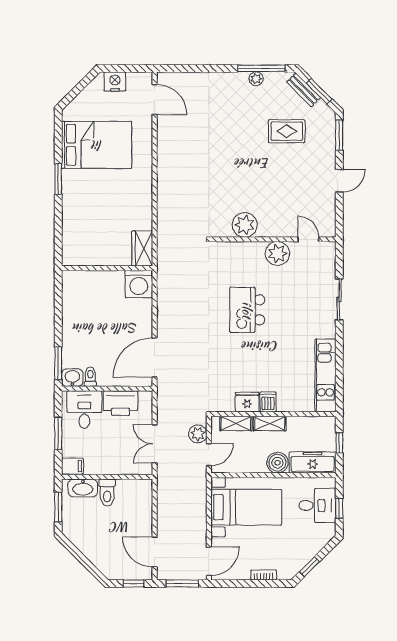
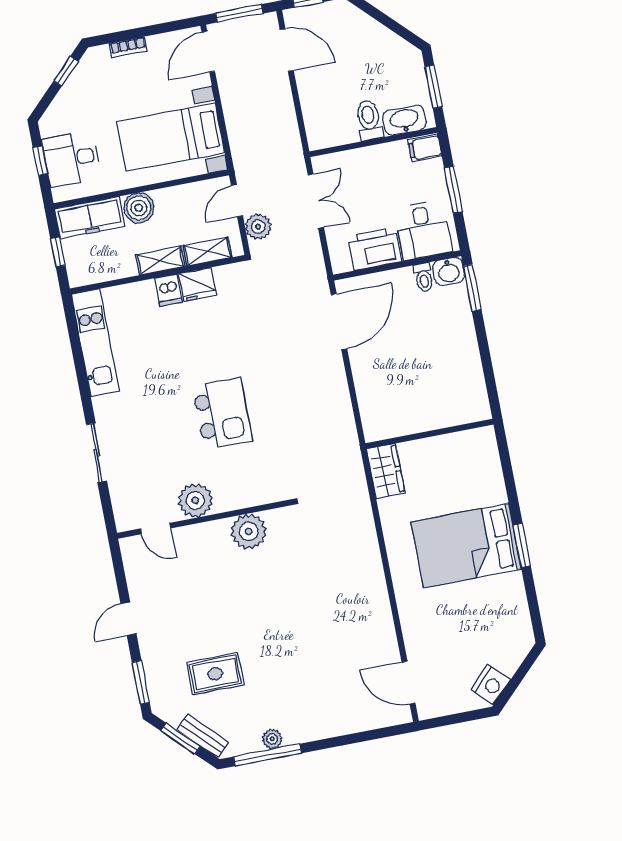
nightstand: (115, 81) -> (491, 685), moved, turned -45
bed: (97, 145) -> (466, 545), moved
washing machine: (139, 284) -> (381, 420), removed

